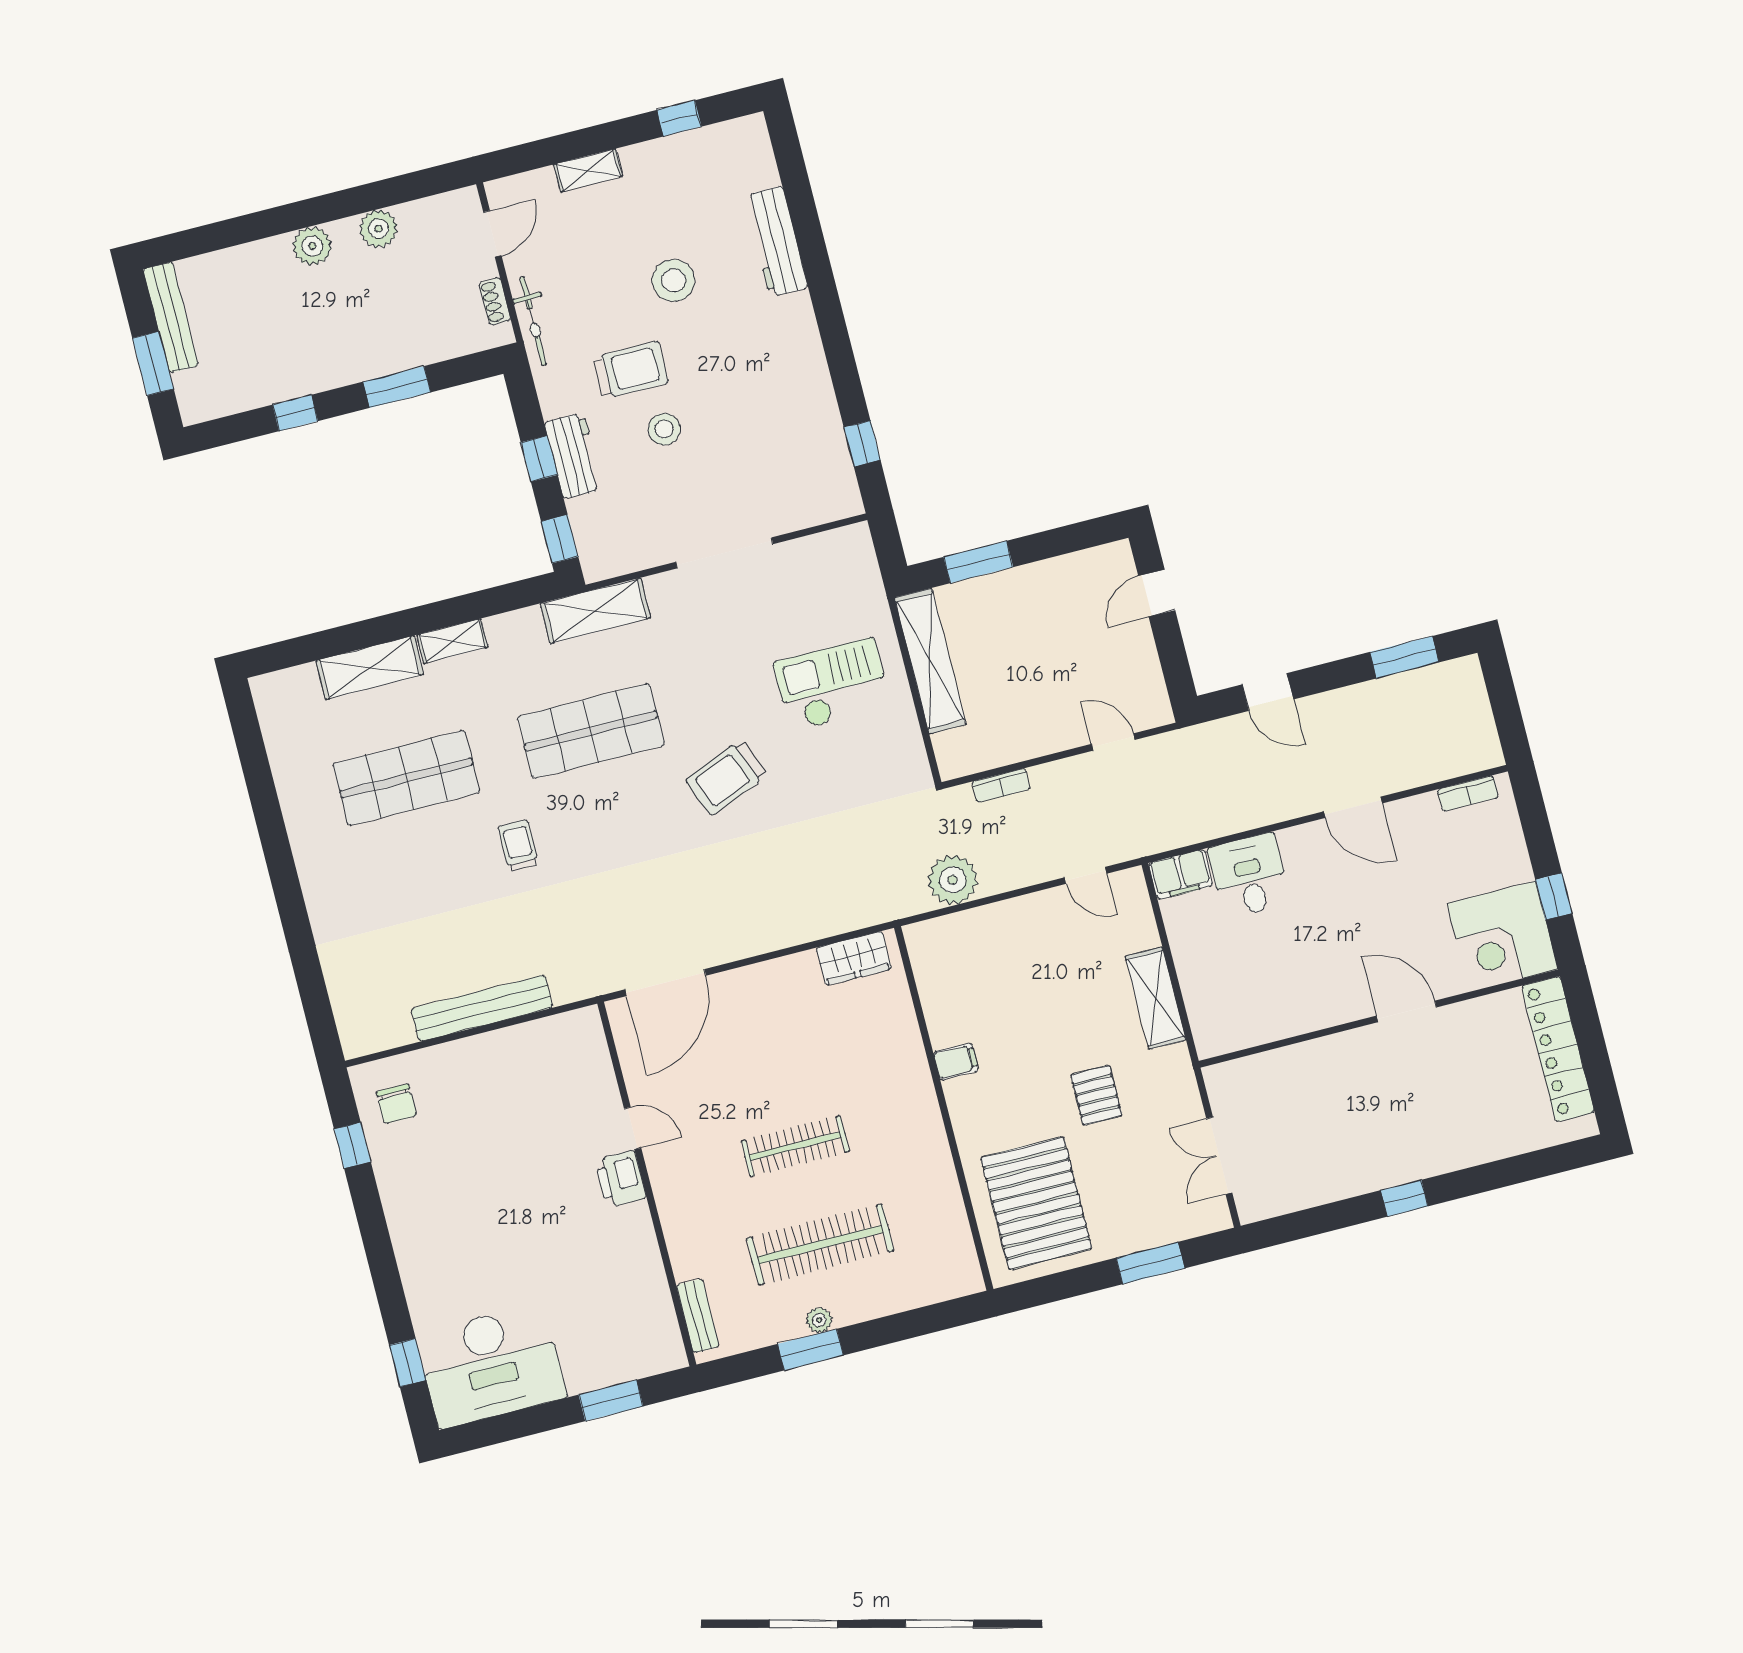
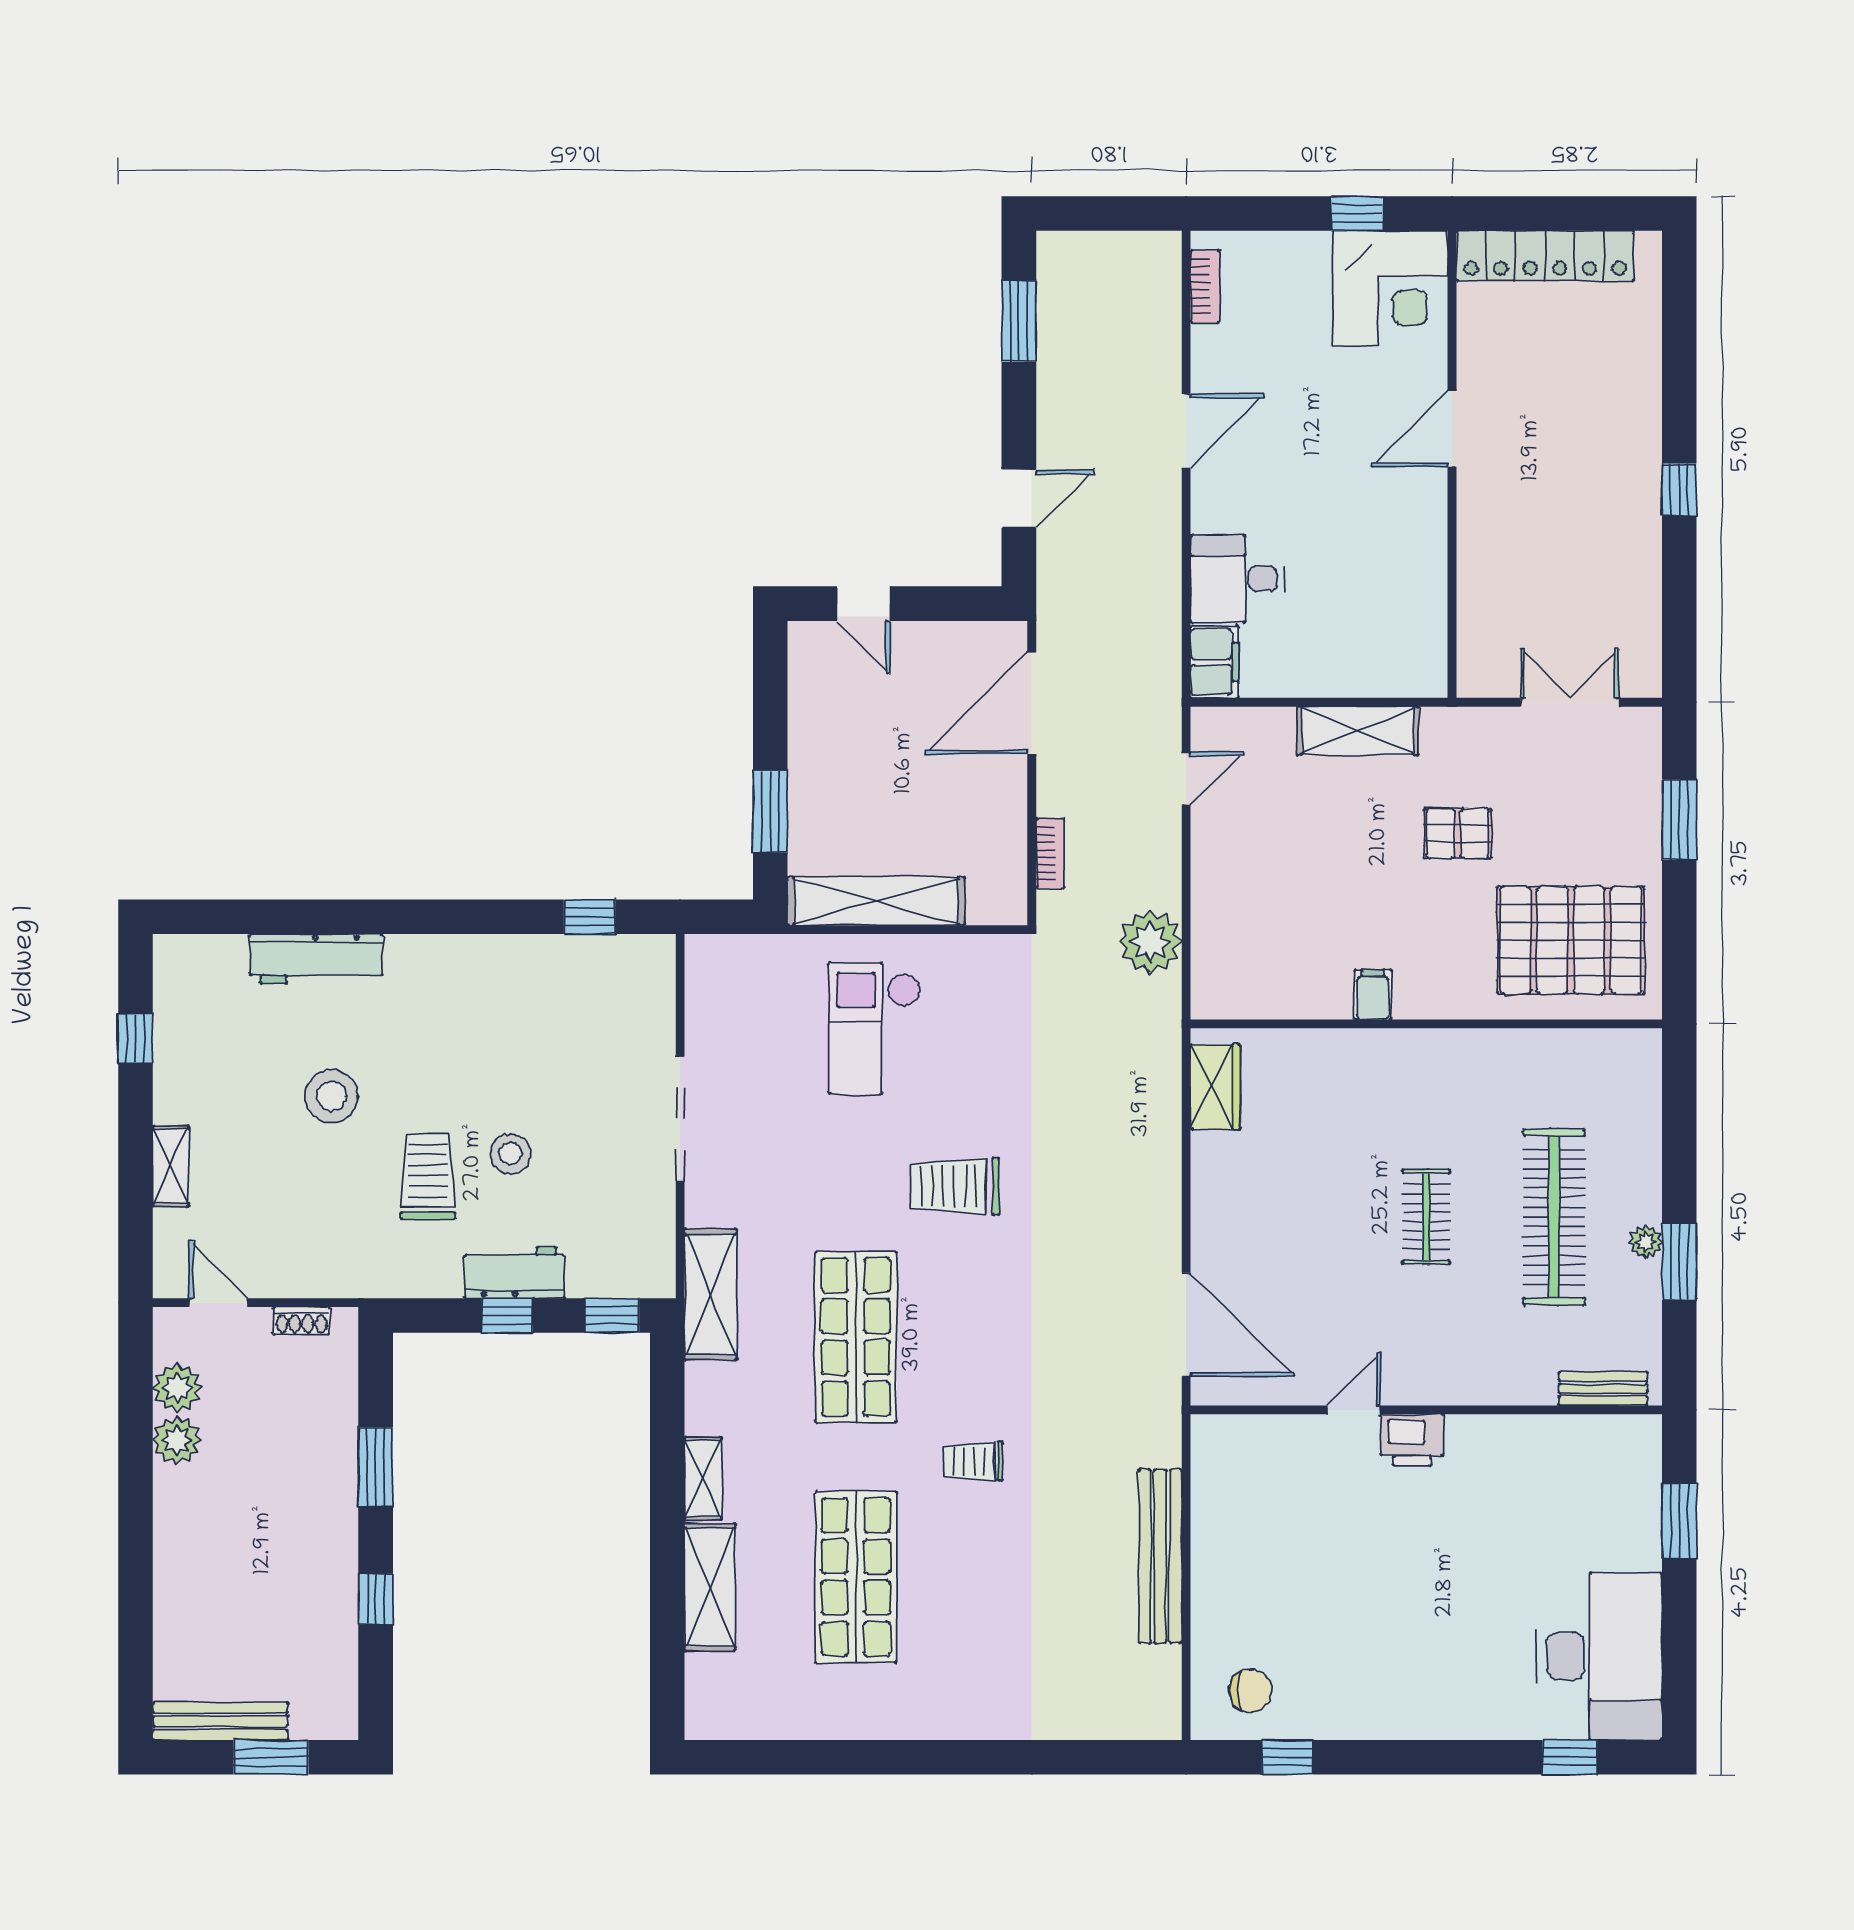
plant: (312, 246) -> (177, 1388), moved
bicycle: (533, 321) -> (337, 1280), removed
door: (1113, 742) -> (1032, 703), width x1.87
trolley: (726, 777) -> (955, 1186), turned 112
clothes rail: (795, 1146) -> (1426, 1217), width x0.73
double door: (1219, 1156) -> (1570, 702), swing flipped

